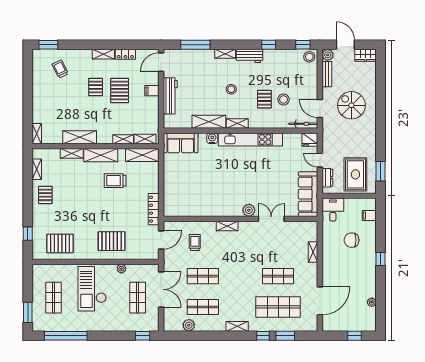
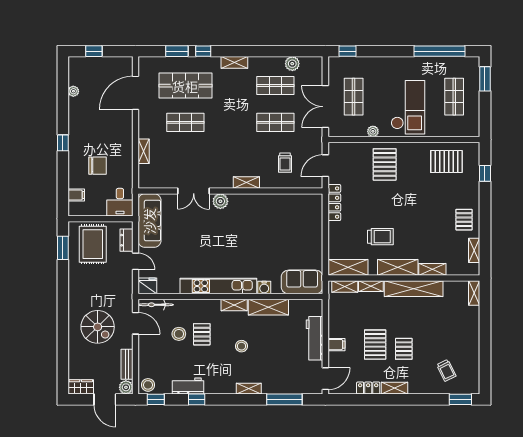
workbench: (249, 56) -> (188, 386), moved
shelving: (80, 137) -> (414, 289), width x1.47
pallet: (112, 241) -> (385, 164), turned 90

